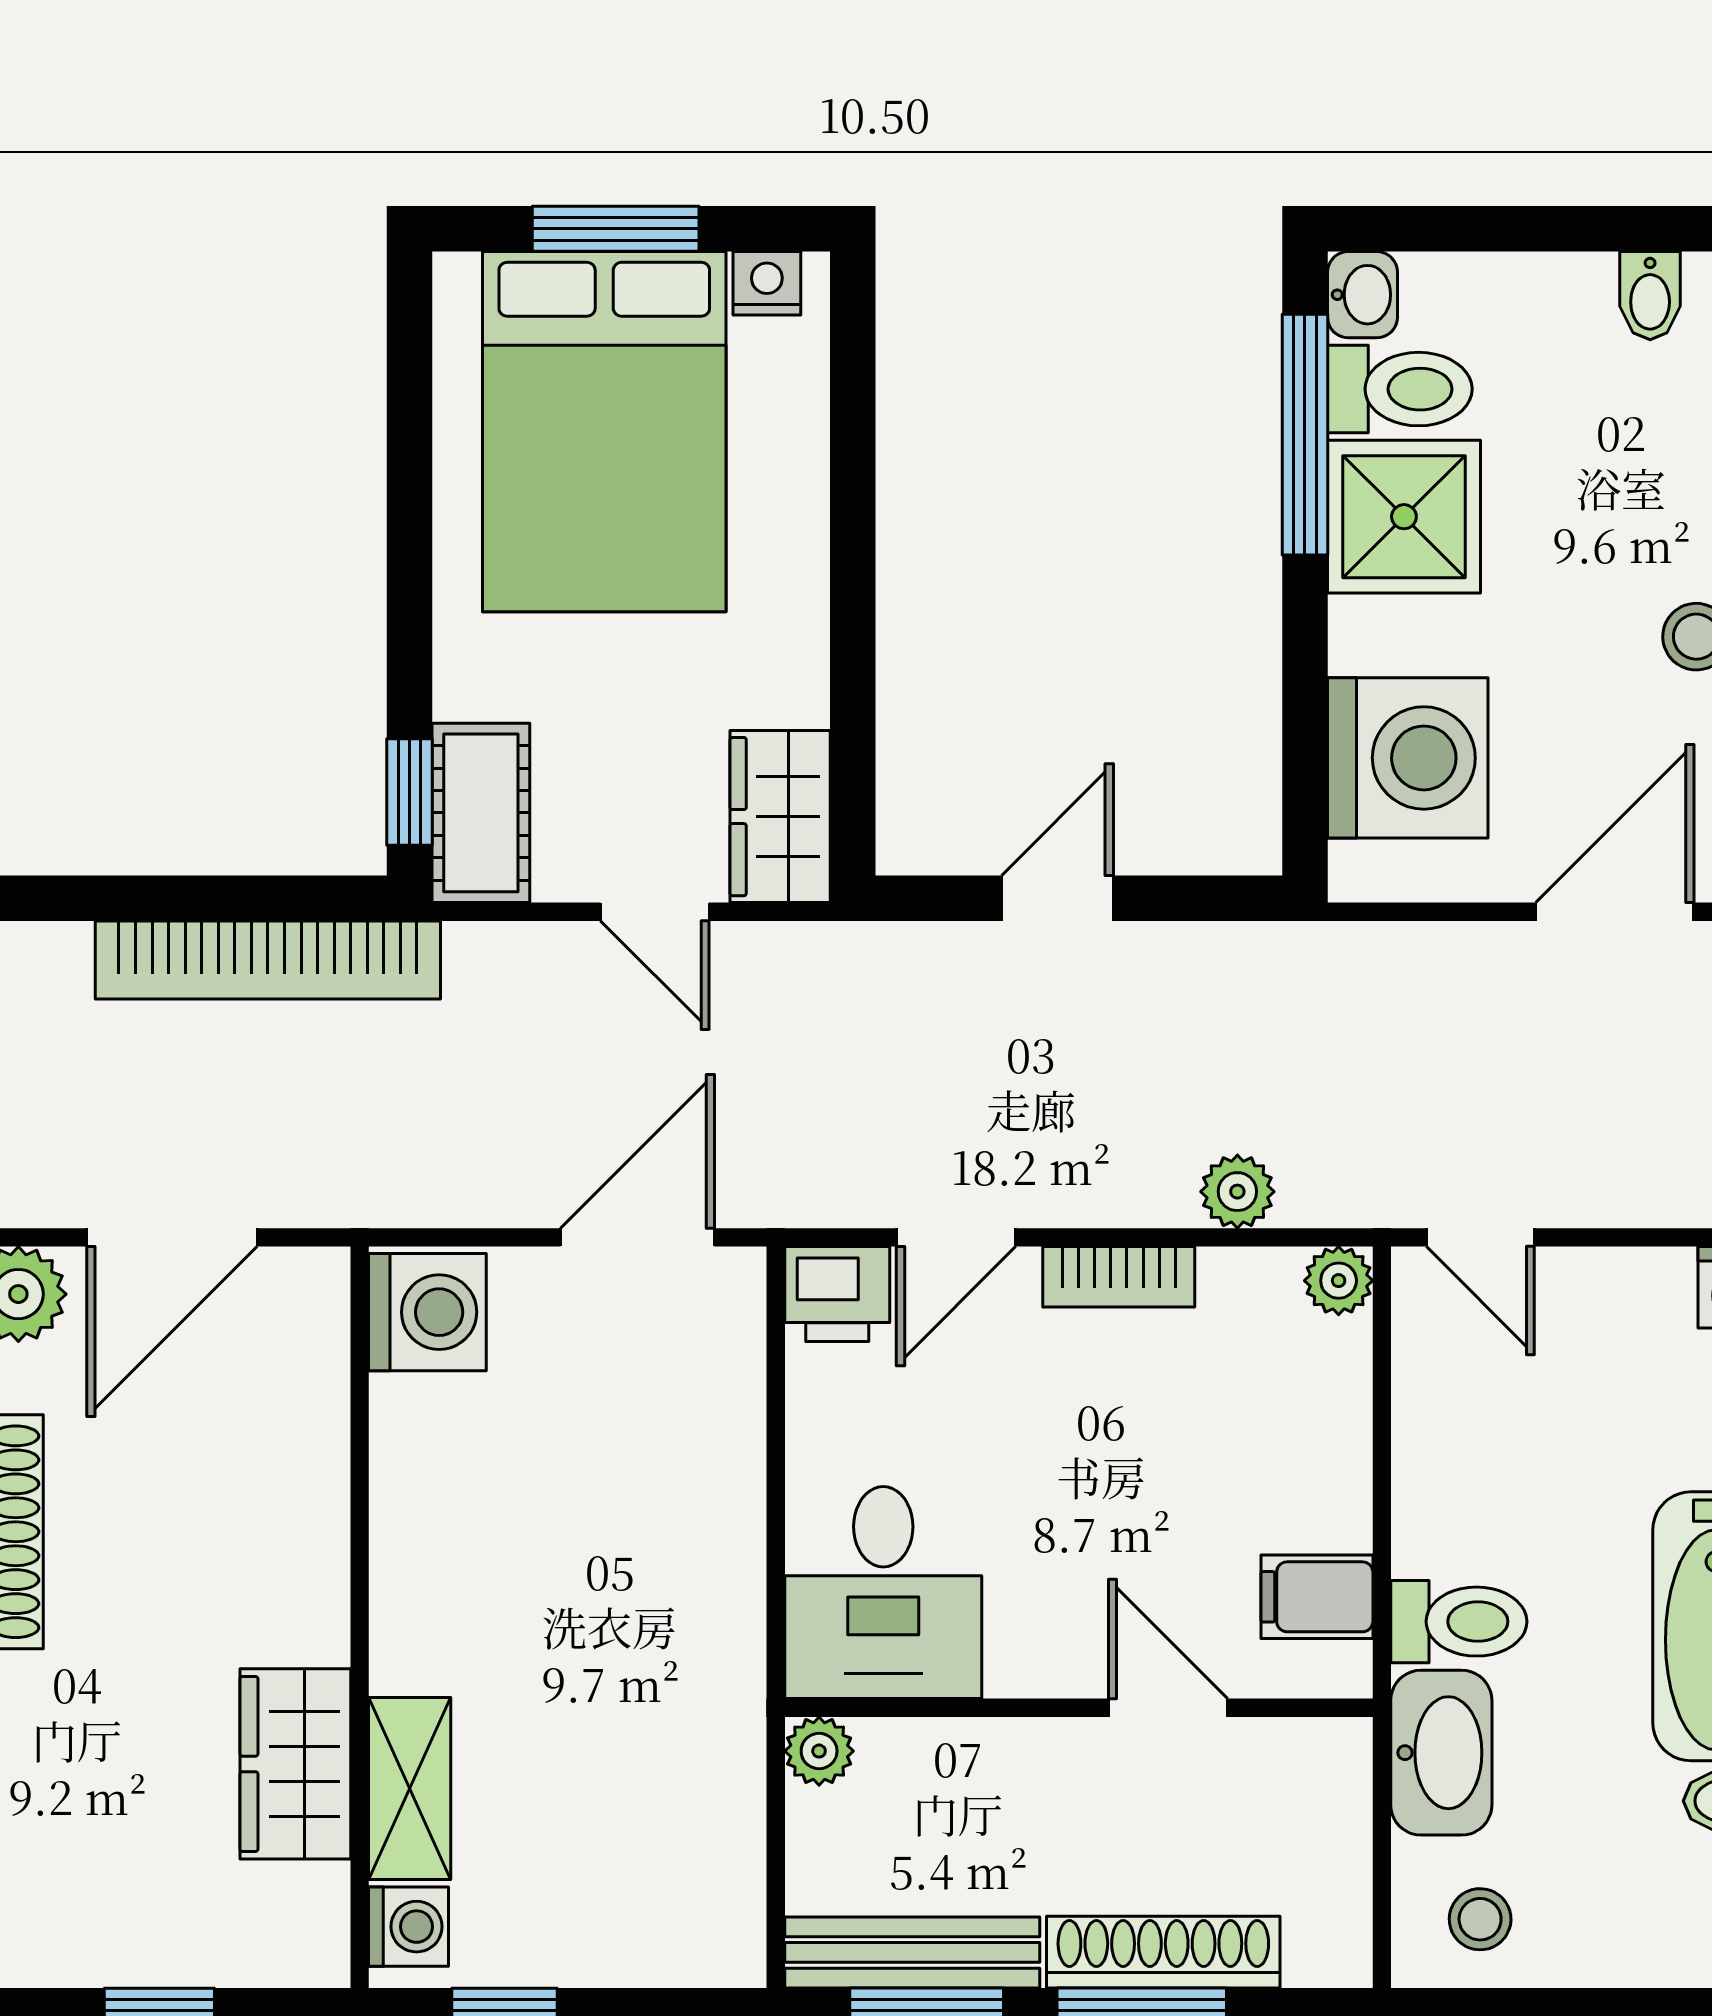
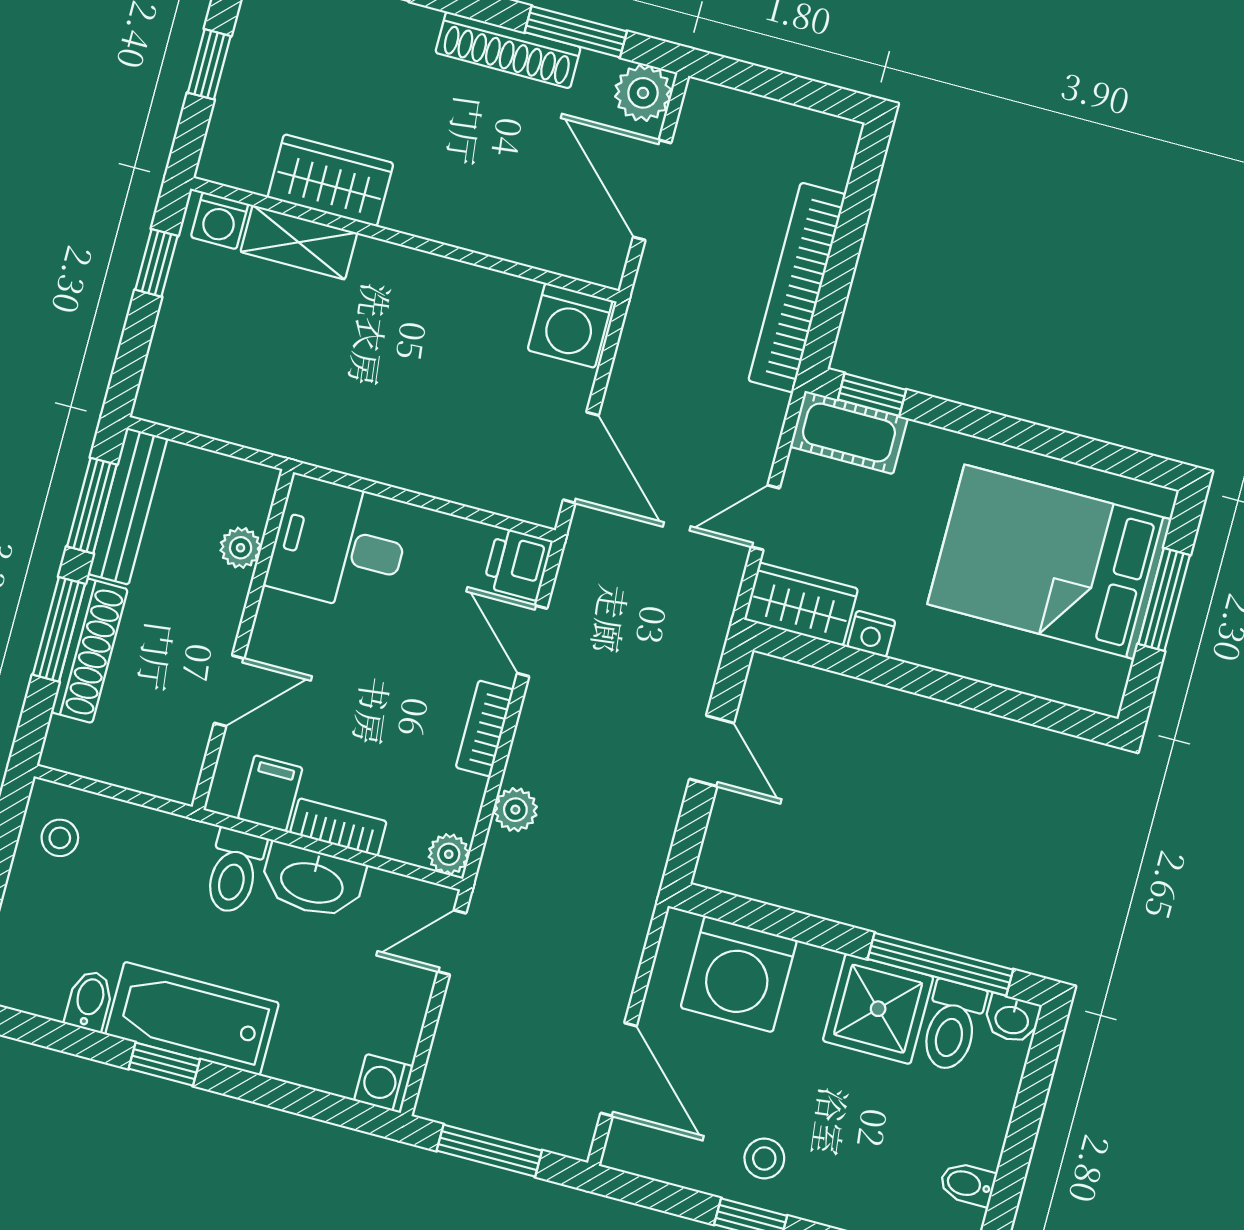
nightstand: (767, 283) -> (871, 634), moved, turned 90
bookcase: (1342, 1471) -> (338, 827), added
plant: (819, 1751) -> (241, 548), moved
washbasin: (1441, 1753) -> (312, 881), moved

